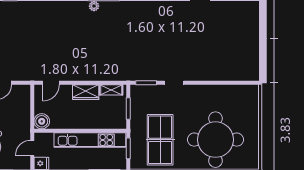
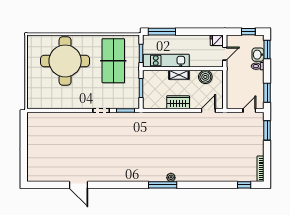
shelving: (111, 90) -> (179, 75), moved
boiler: (42, 121) -> (205, 77), moved
kitchen unit: (90, 140) -> (166, 61), width x0.73

